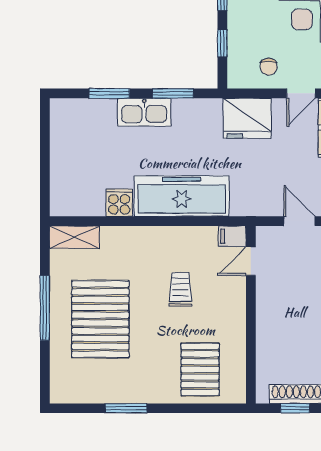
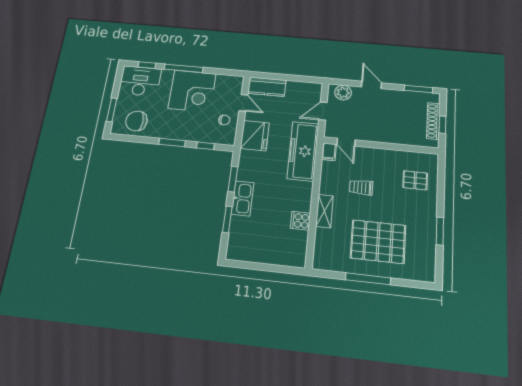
freezer: (182, 196) -> (303, 151), moved
shelving: (74, 237) -> (324, 211), moved
pallet: (200, 369) -> (415, 180), width x0.67, depth x0.71

